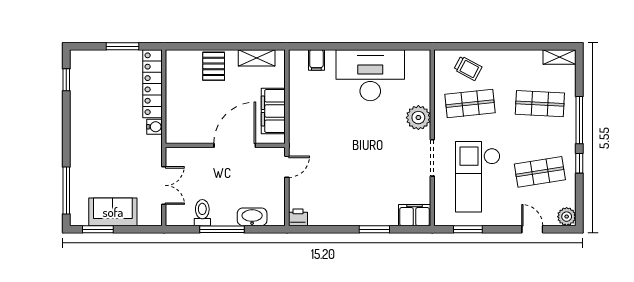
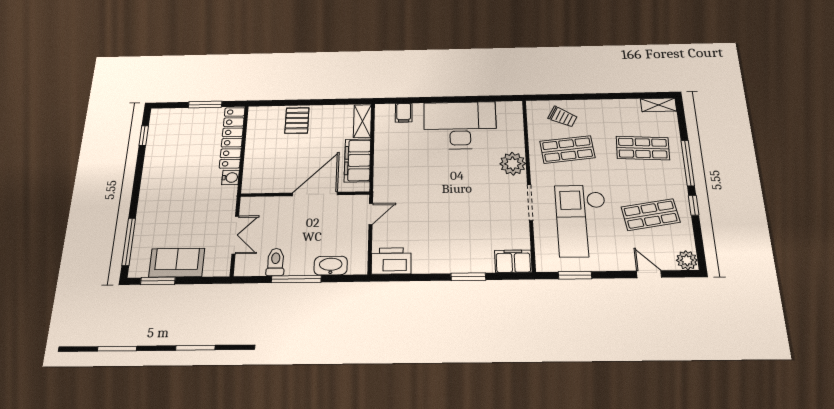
shelving: (257, 58) -> (362, 121), moved, turned 90
printer: (298, 217) -> (391, 261), width x1.87, depth x1.48

